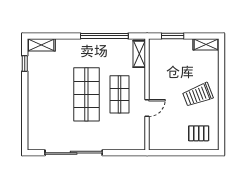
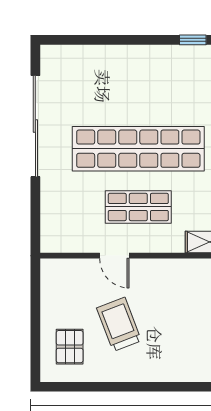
shop shelf: (86, 94) -> (138, 149), width x1.40
trolley: (198, 95) -> (119, 324), moved

